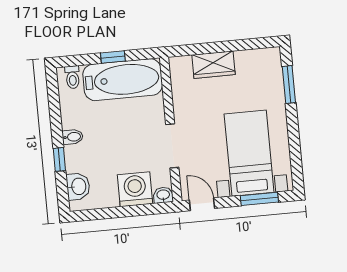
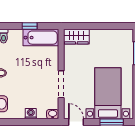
wardrobe: (214, 65) -> (76, 37), moved
bathtub: (123, 80) -> (41, 38), width x0.73, depth x0.73
washing machine: (135, 189) -> (31, 114), width x0.53, depth x0.53

